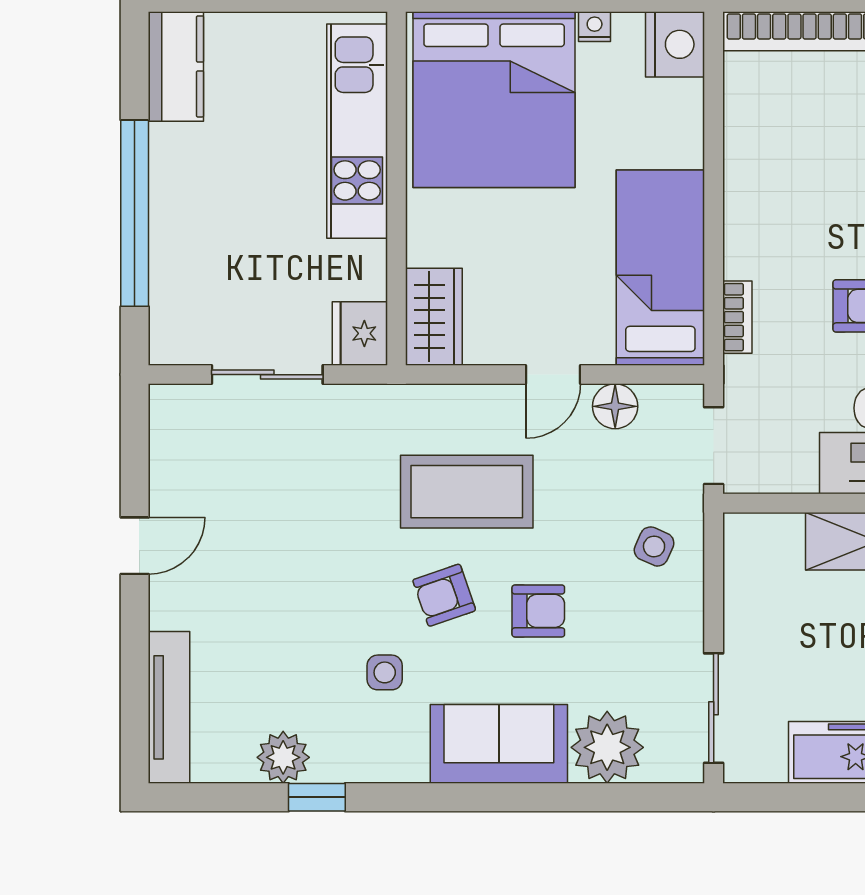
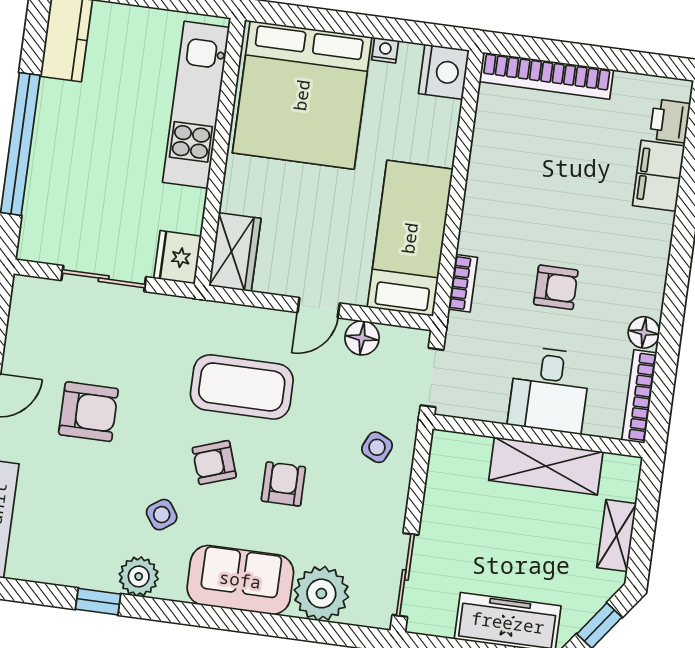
armchair: (271, 551) -> (88, 412), added
armchair: (538, 611) -> (283, 484), turned -90
side table: (385, 672) -> (162, 515), turned -35
plant: (283, 757) -> (139, 576), moved

